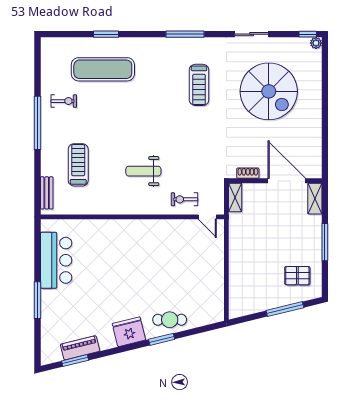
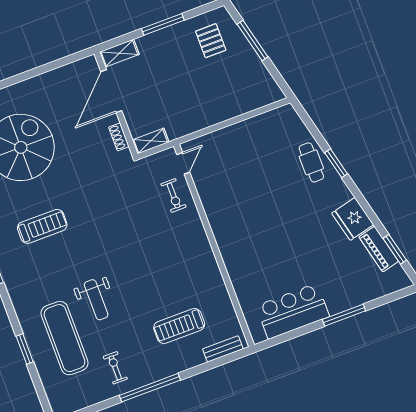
weight bench: (143, 171) -> (96, 300), moved
fridge: (129, 332) -> (353, 219), moved

